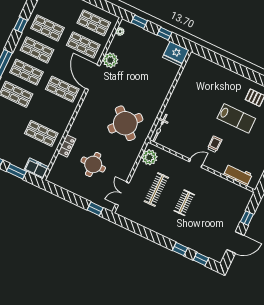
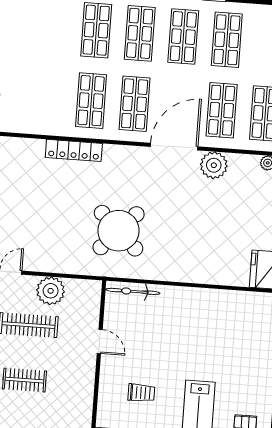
shop shelf: (41, 133) -> (91, 101), moved
locker: (67, 146) -> (74, 150), moved, width x1.53
plant: (149, 157) -> (51, 291), moved
door: (196, 163) -> (100, 341), moved
round table: (93, 164) -> (29, 204), removed

